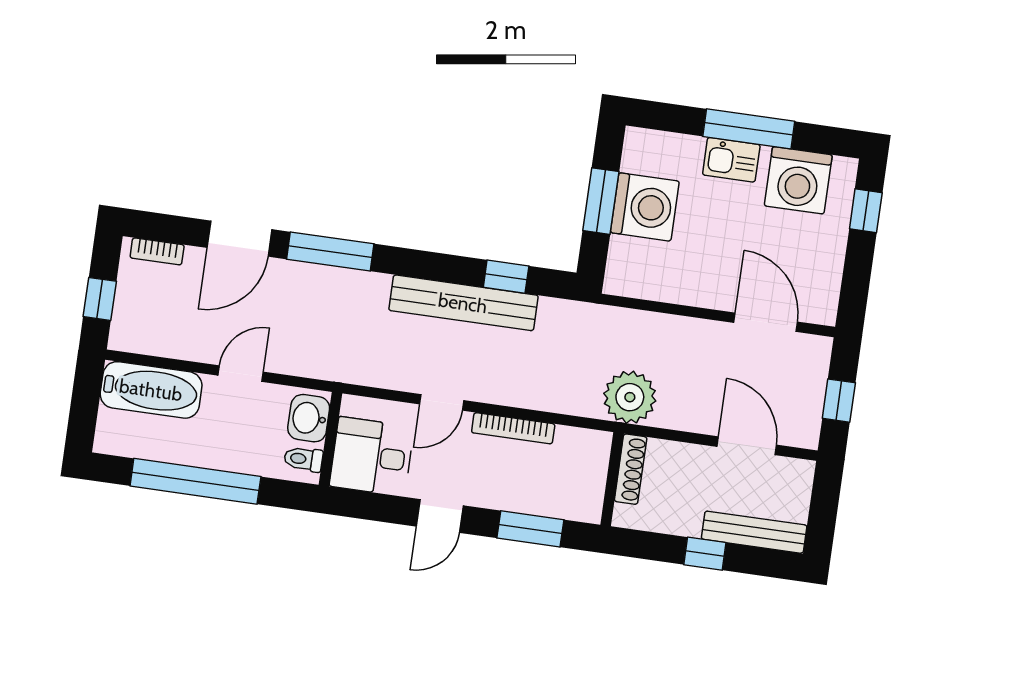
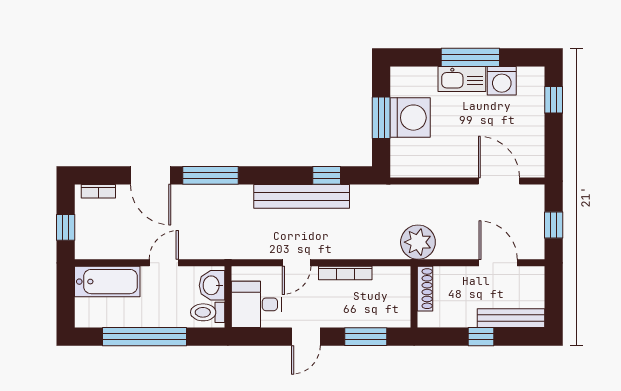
kitchen sink: (731, 160) -> (462, 79), width x1.38
washing machine: (798, 180) -> (502, 81), width x0.73, depth x0.73
door: (239, 239) -> (151, 175), hinge flipped
toilet: (303, 459) -> (208, 312), width x1.37, depth x1.39

